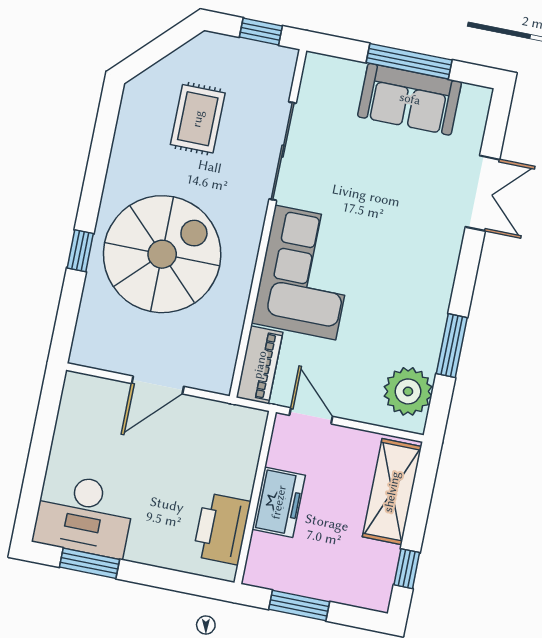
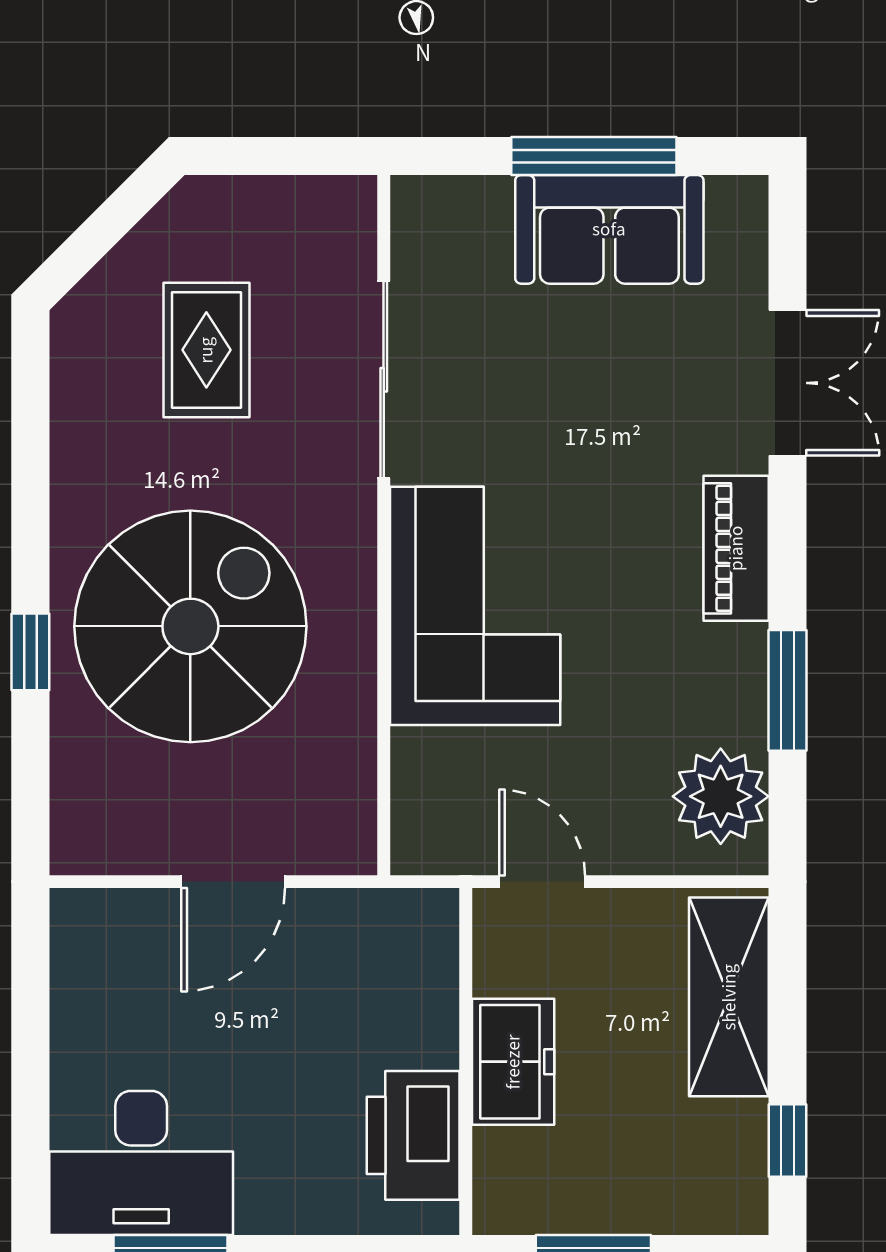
window: (261, 31) -> (295, 156), removed
piano: (260, 365) -> (736, 548), moved, turned 180

